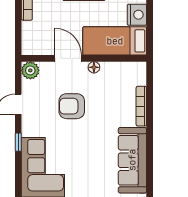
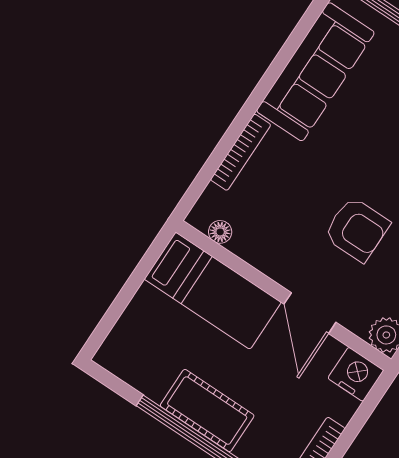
nightstand: (137, 15) -> (356, 374), moved, turned 90
floor lamp: (94, 67) -> (220, 232), moved

